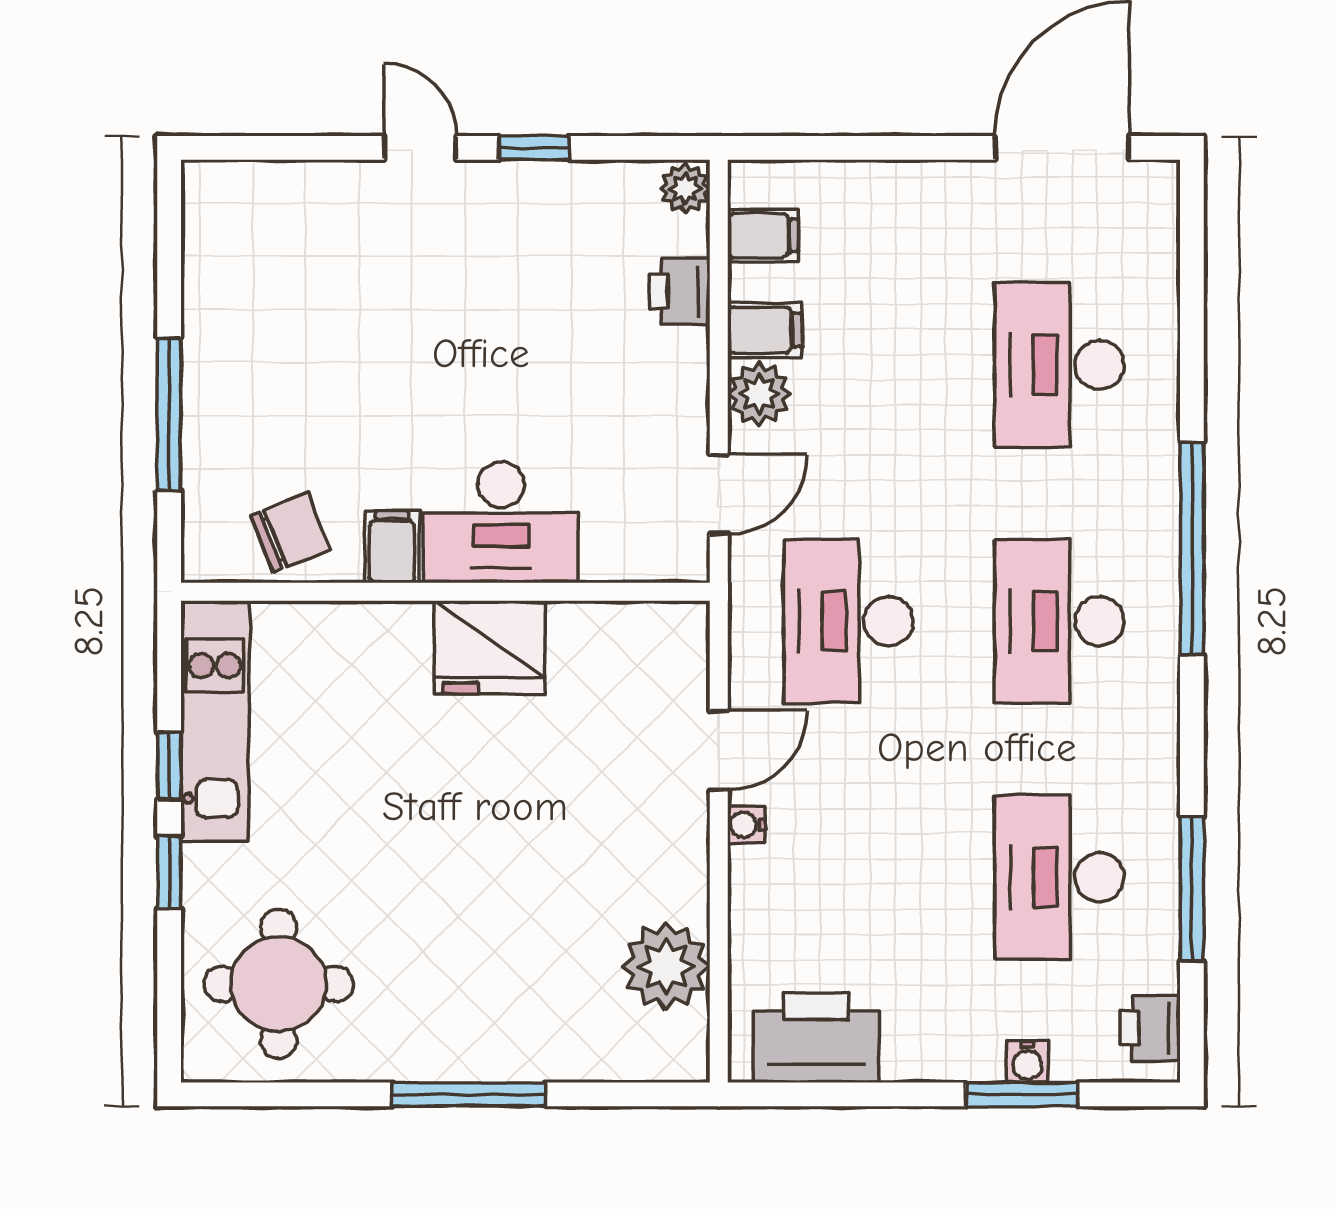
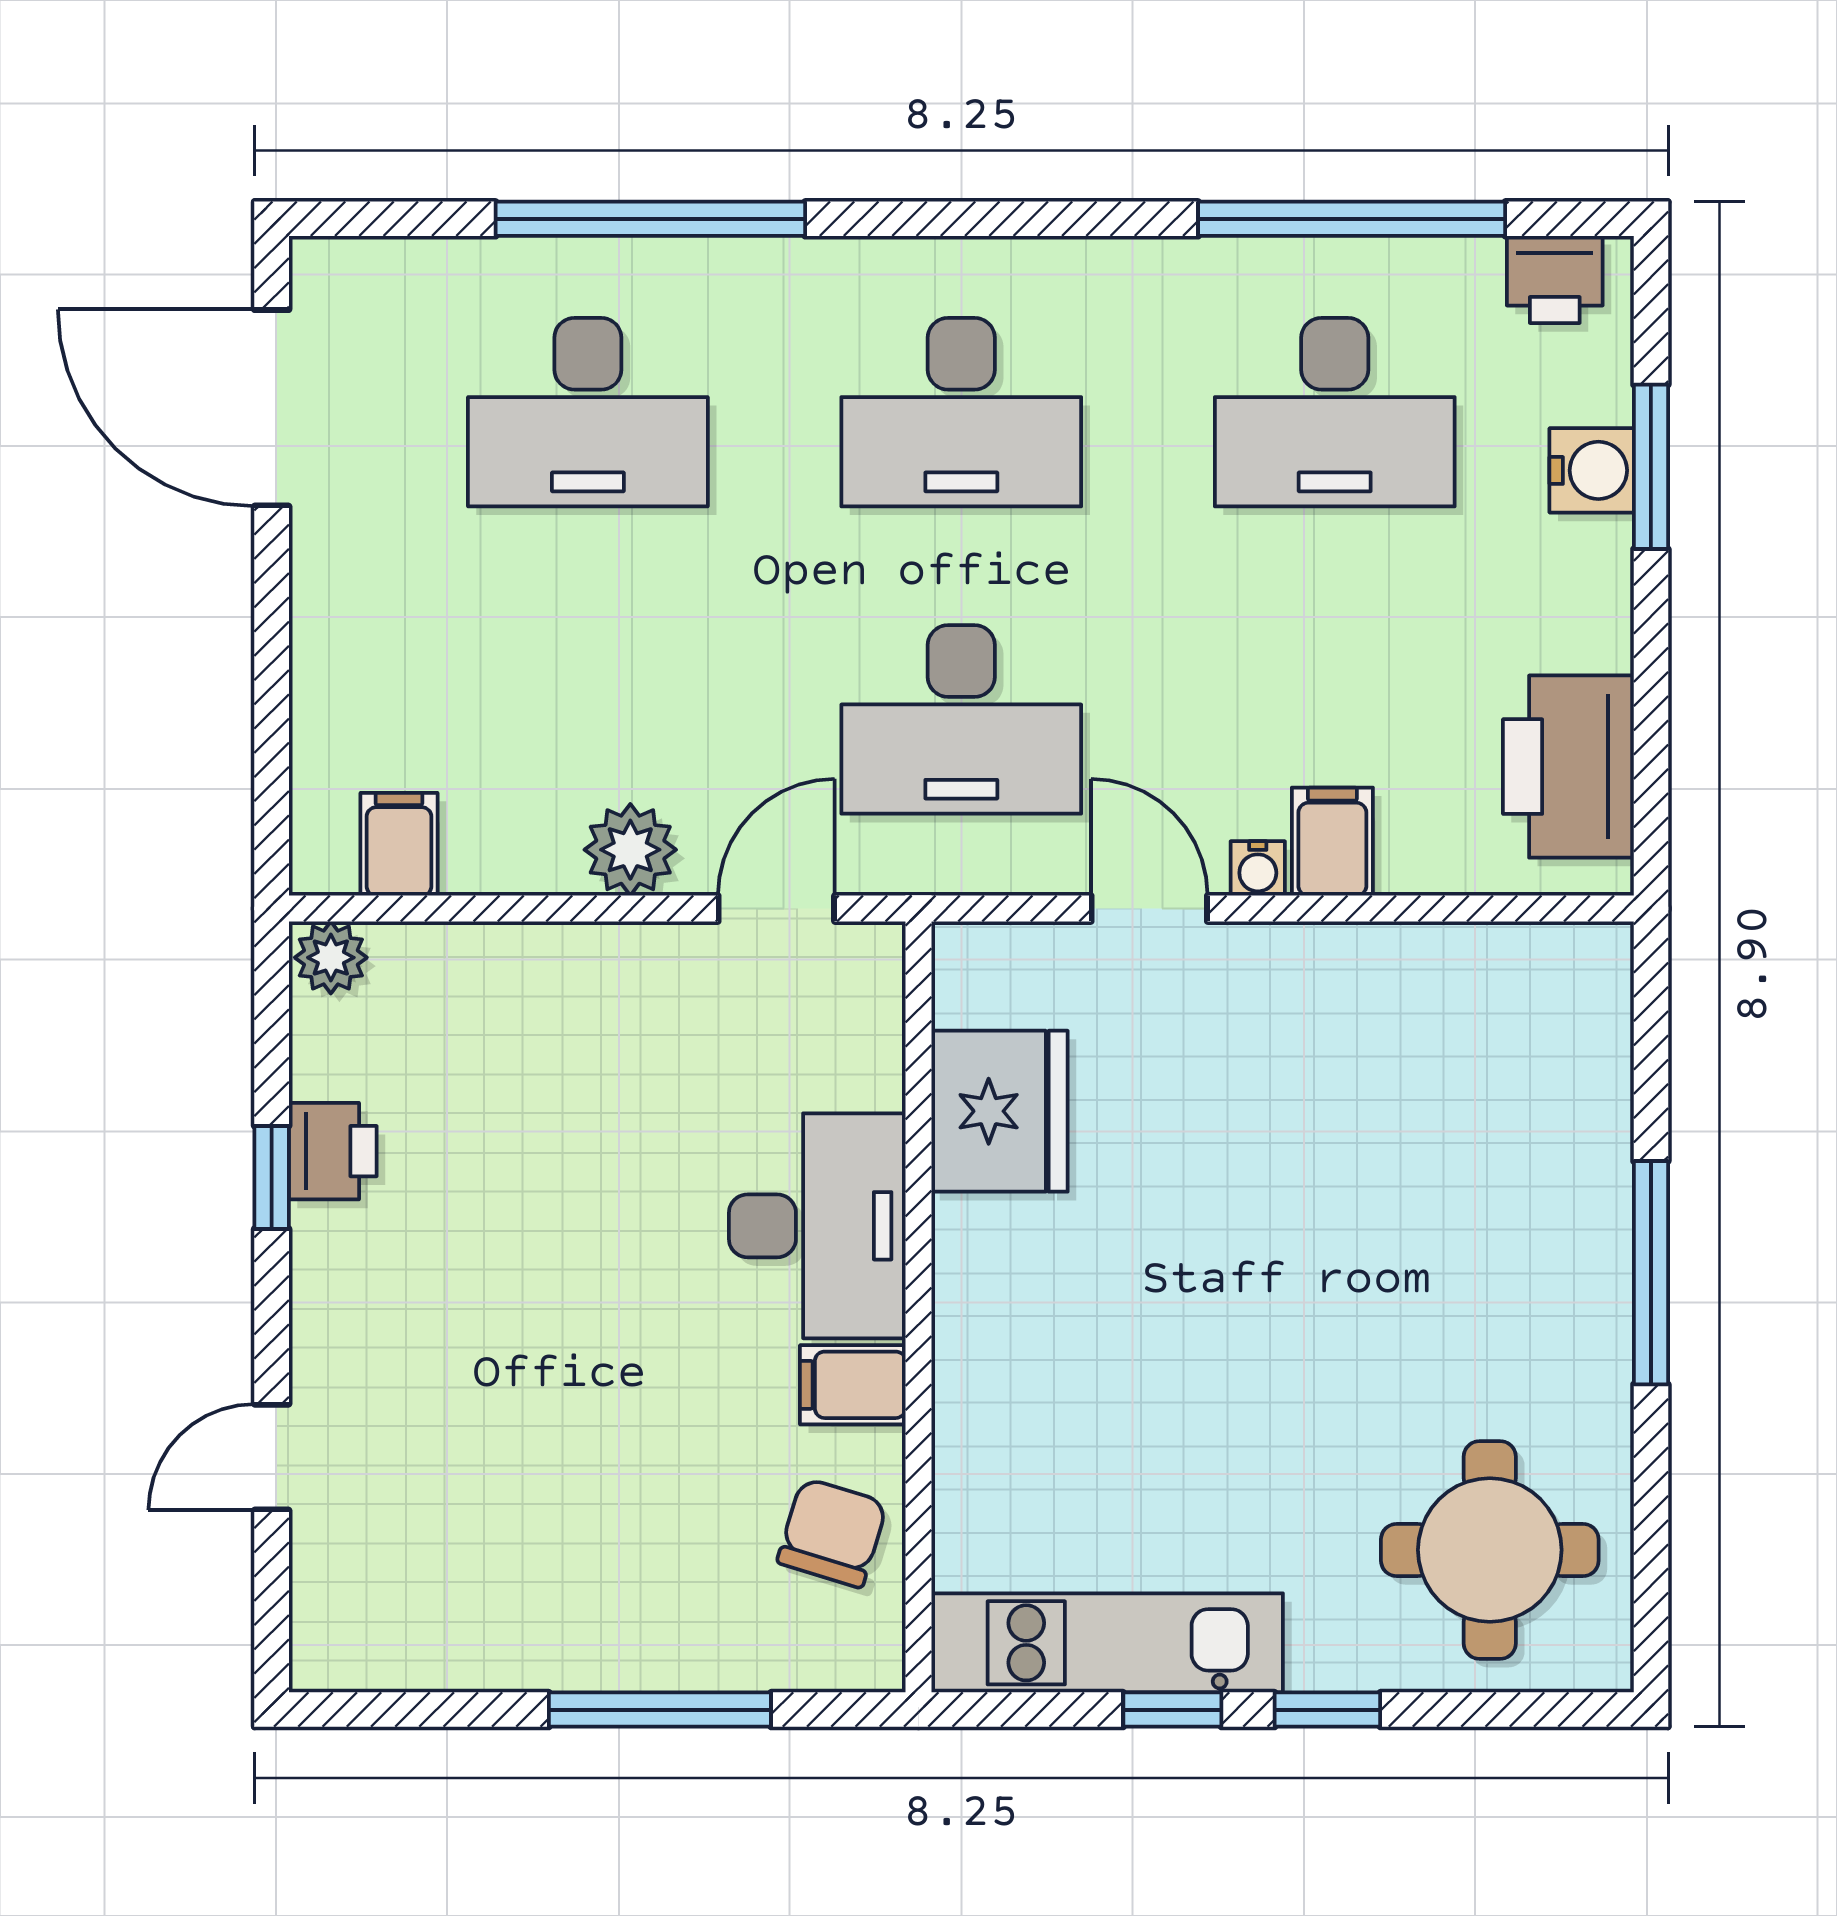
door: (421, 148) -> (272, 1457), moved
printer: (680, 291) -> (333, 1151), moved, turned -90
filing cabinet: (765, 330) -> (1332, 842), moved
door: (719, 494) -> (776, 908), hinge flipped
chair: (290, 533) -> (832, 1533), turned 39
window: (1192, 549) -> (650, 219), moved
fridge: (490, 647) -> (999, 1111), moved
window: (1192, 889) -> (1352, 219), width x1.46
plant: (666, 966) -> (1464, 985), removed
water cooler: (1027, 1062) -> (1592, 470), width x1.38, depth x1.38

